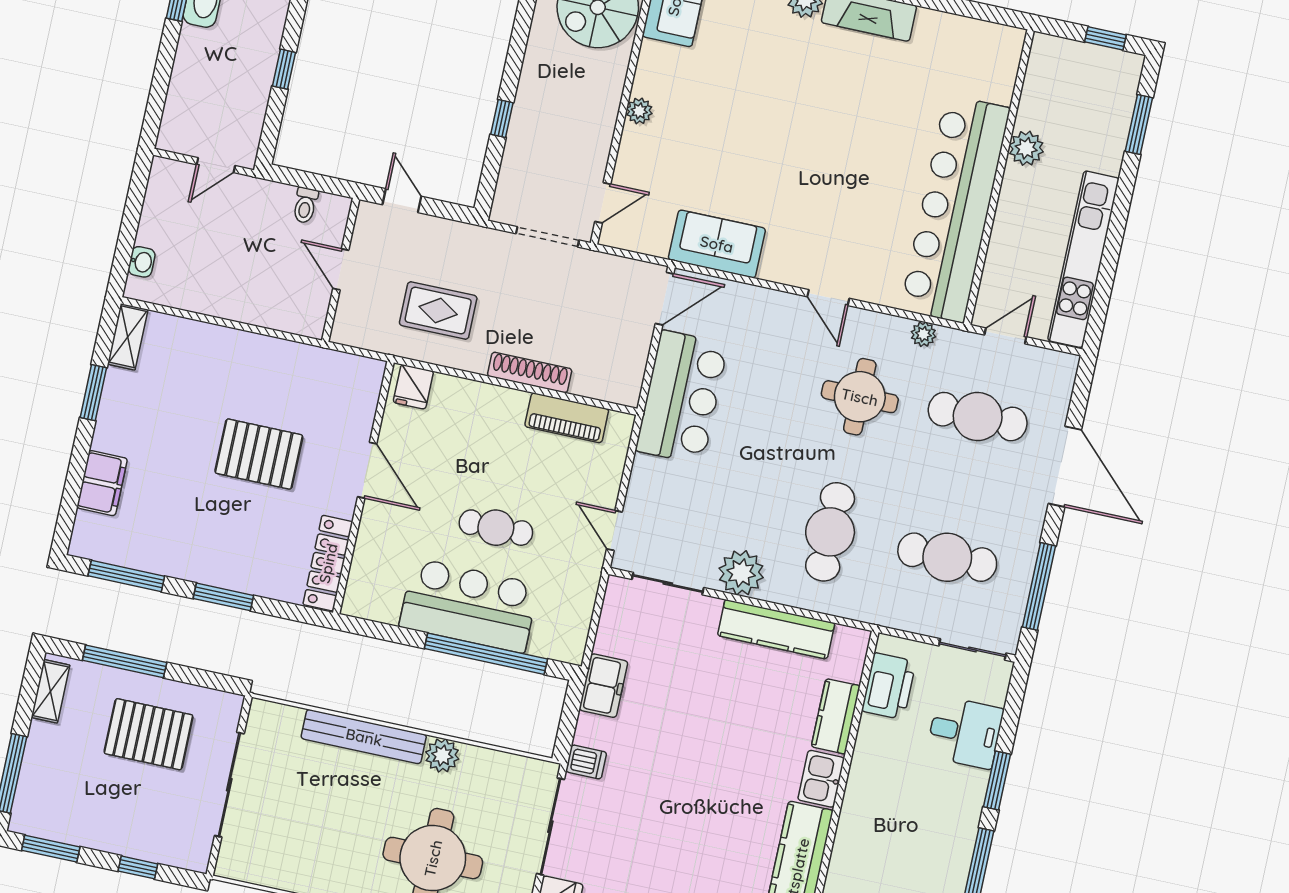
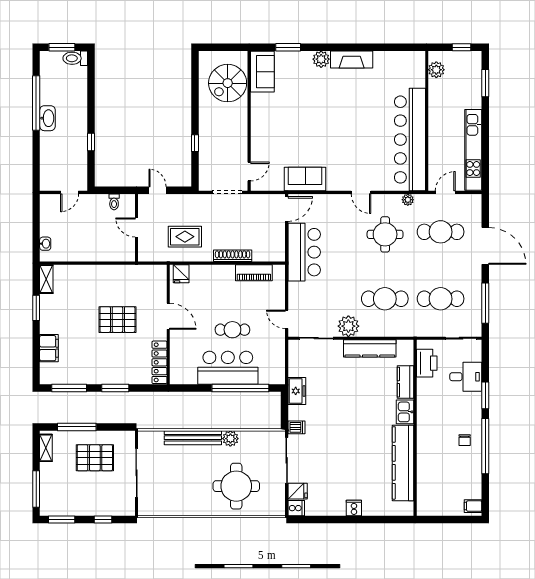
plant: (639, 111) -> (257, 126), removed
plant: (1026, 148) -> (436, 70), moved
cafe table: (830, 532) -> (385, 299), turned 90
chair: (934, 865) -> (465, 440), added

